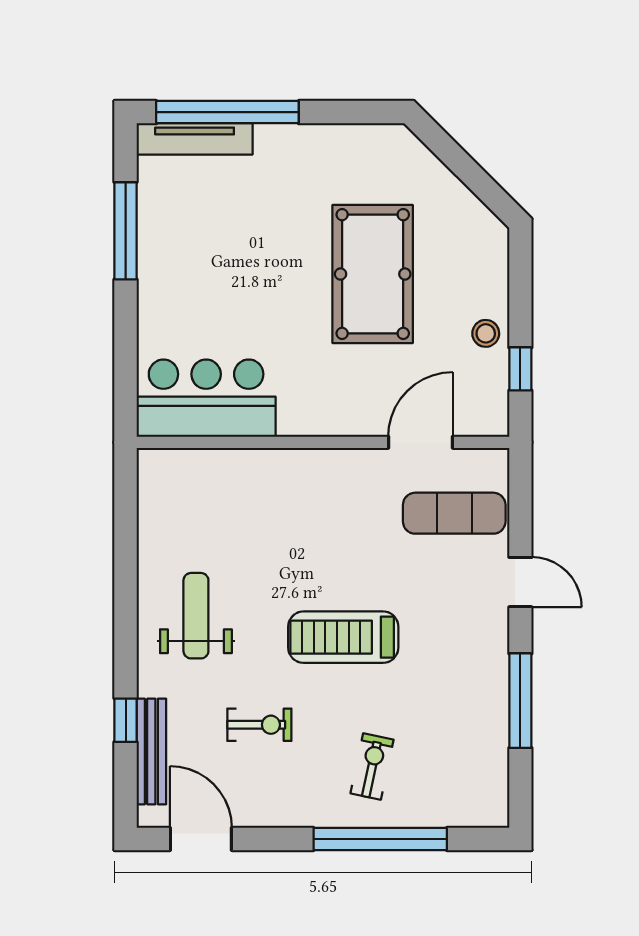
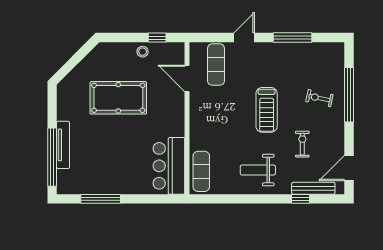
tv unit: (195, 139) -> (63, 145), moved
exercise mat: (193, 477) -> (201, 171), added

